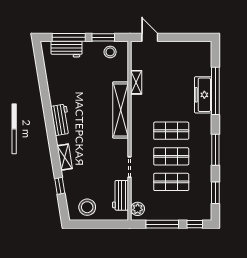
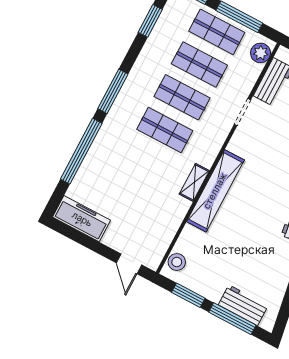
stool: (110, 52) -> (177, 262), moved
shelving: (136, 82) -> (194, 182), moved
freezer: (203, 95) -> (82, 219), moved, turned -90
window: (215, 150) -> (113, 91), moved
shop shelf: (171, 208) -> (217, 32), added

